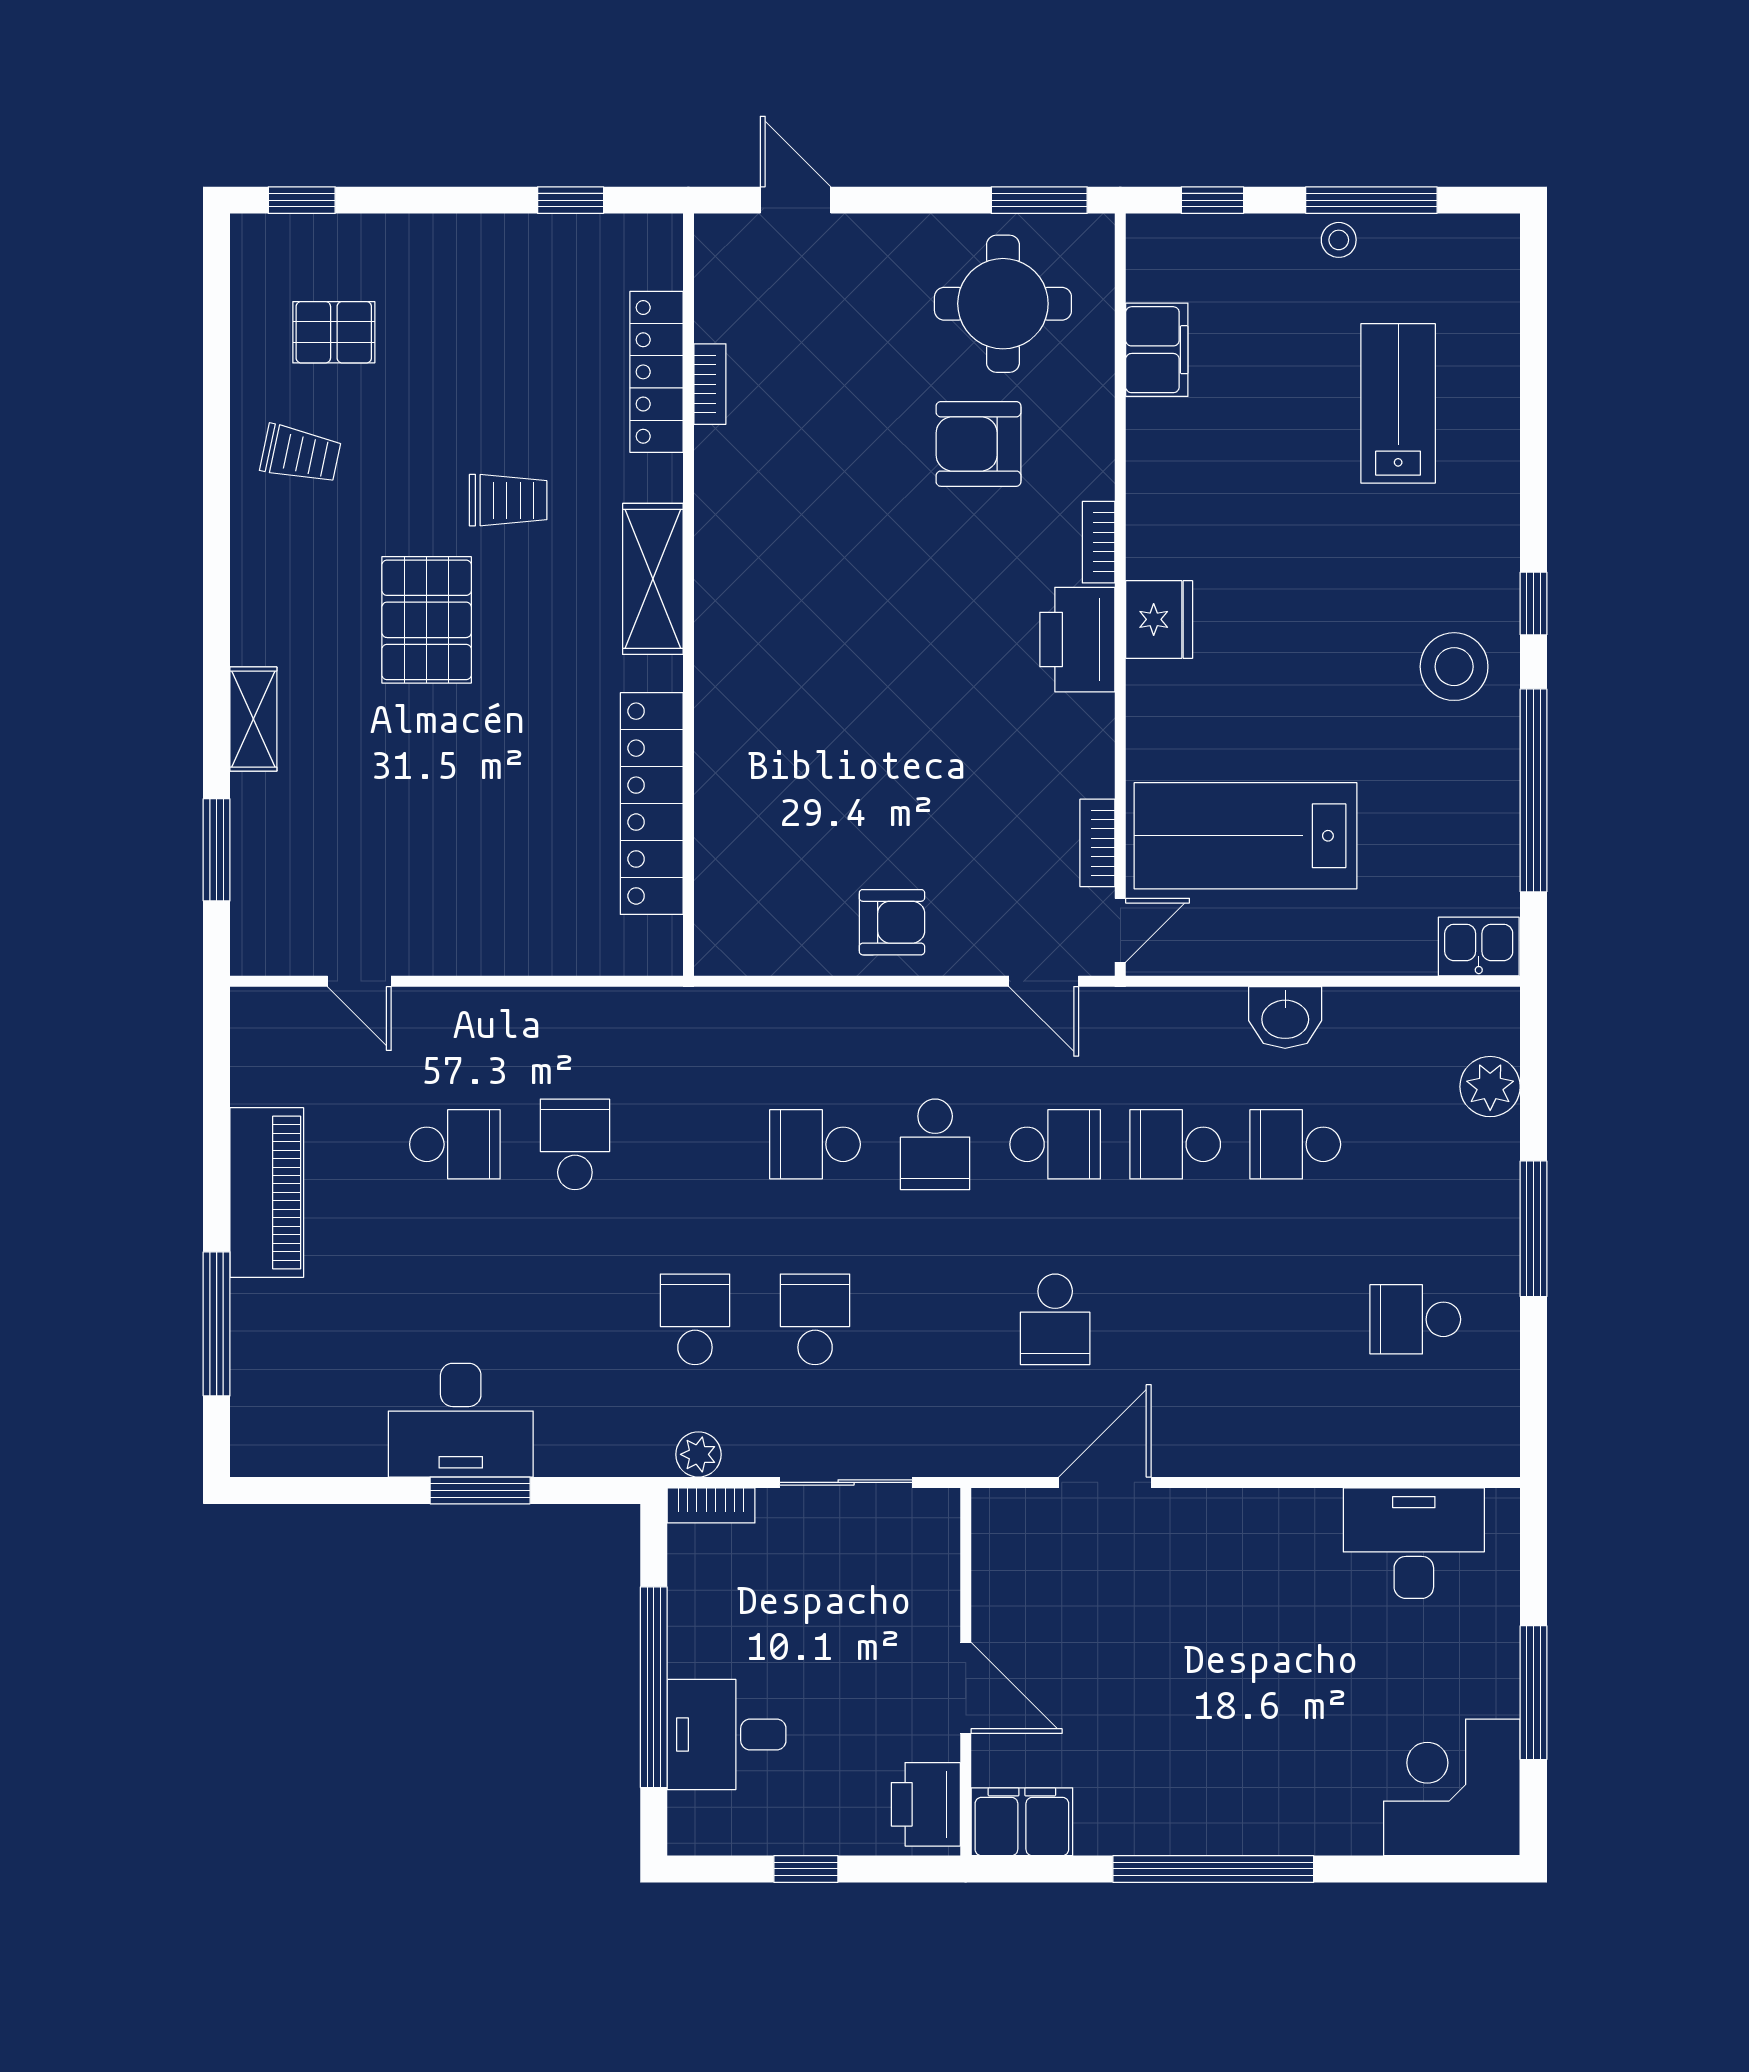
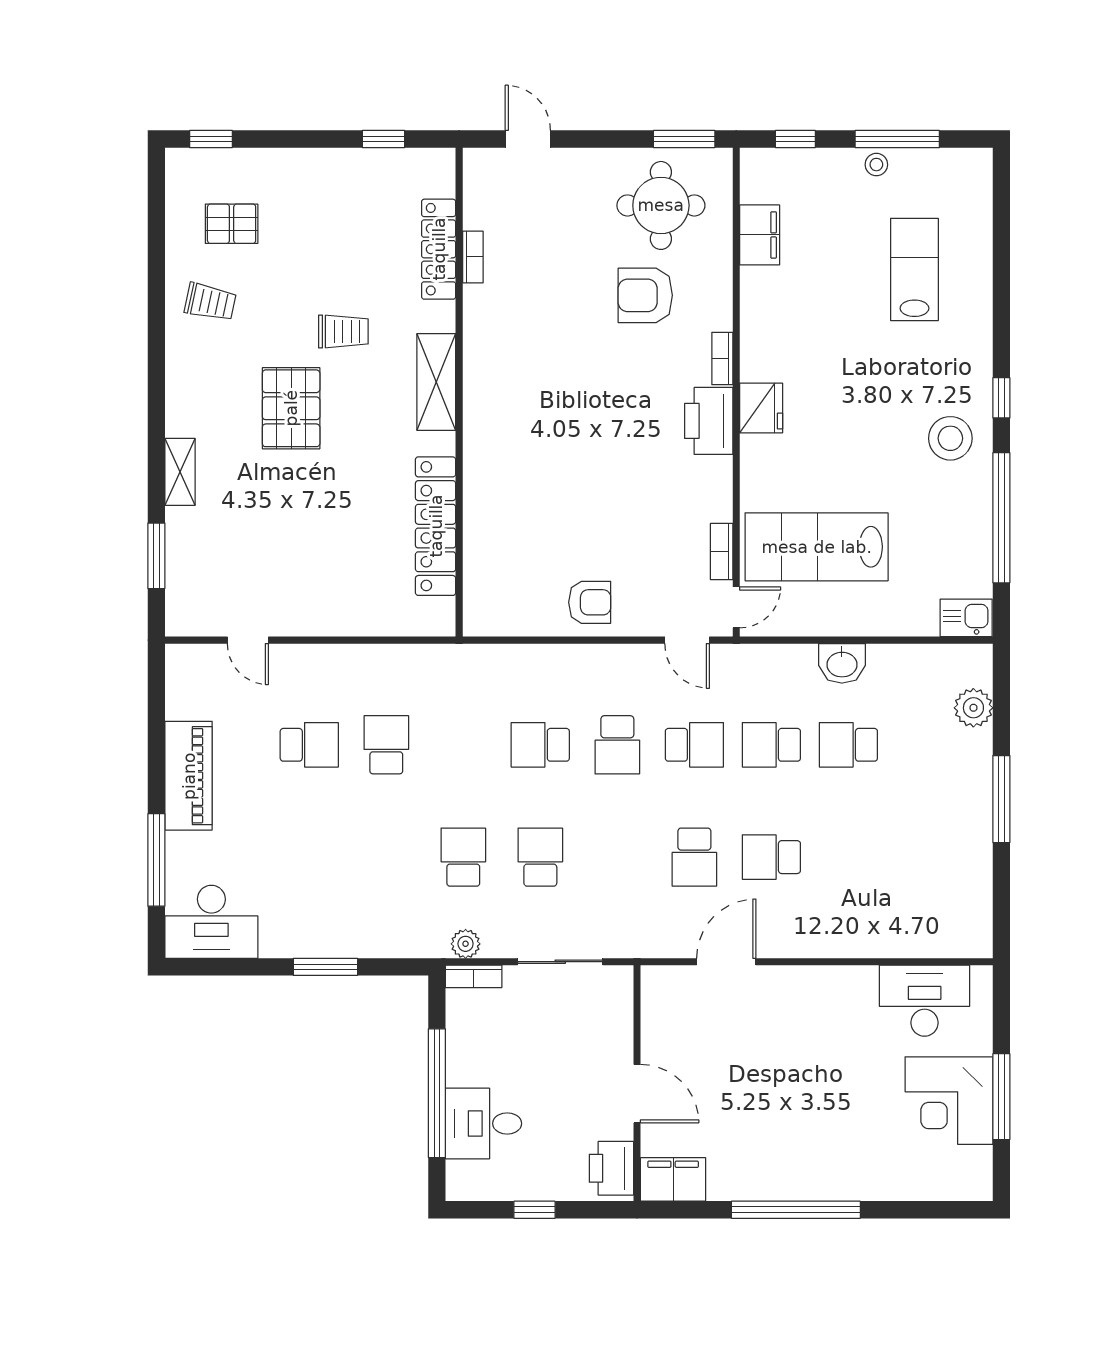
school desk: (1415, 1319) -> (771, 857), moved
desk: (461, 1420) -> (211, 922), moved
corner desk: (1452, 1787) -> (949, 1101), moved, turned -90

